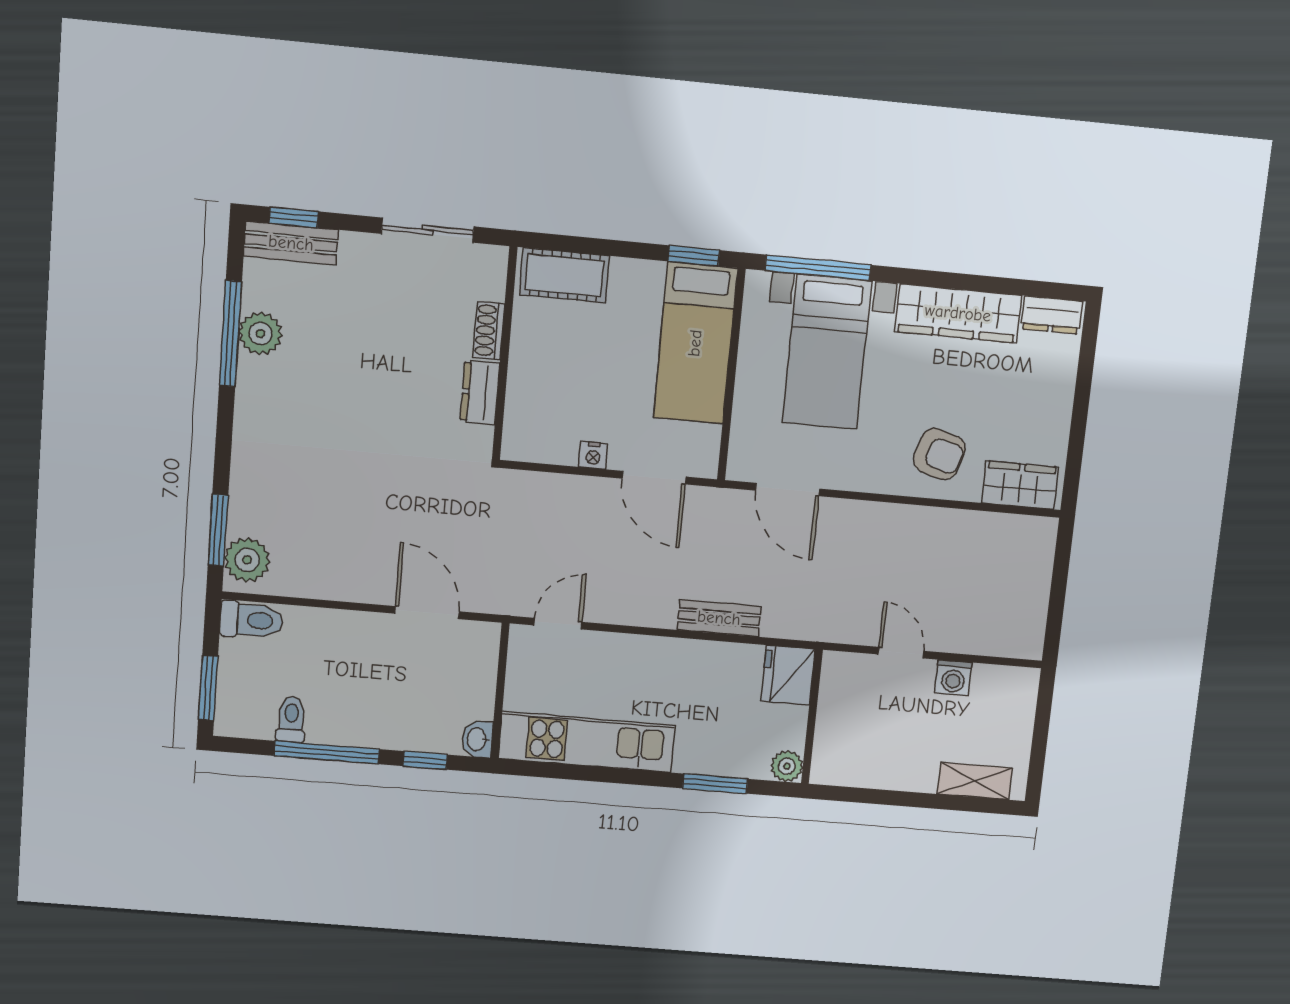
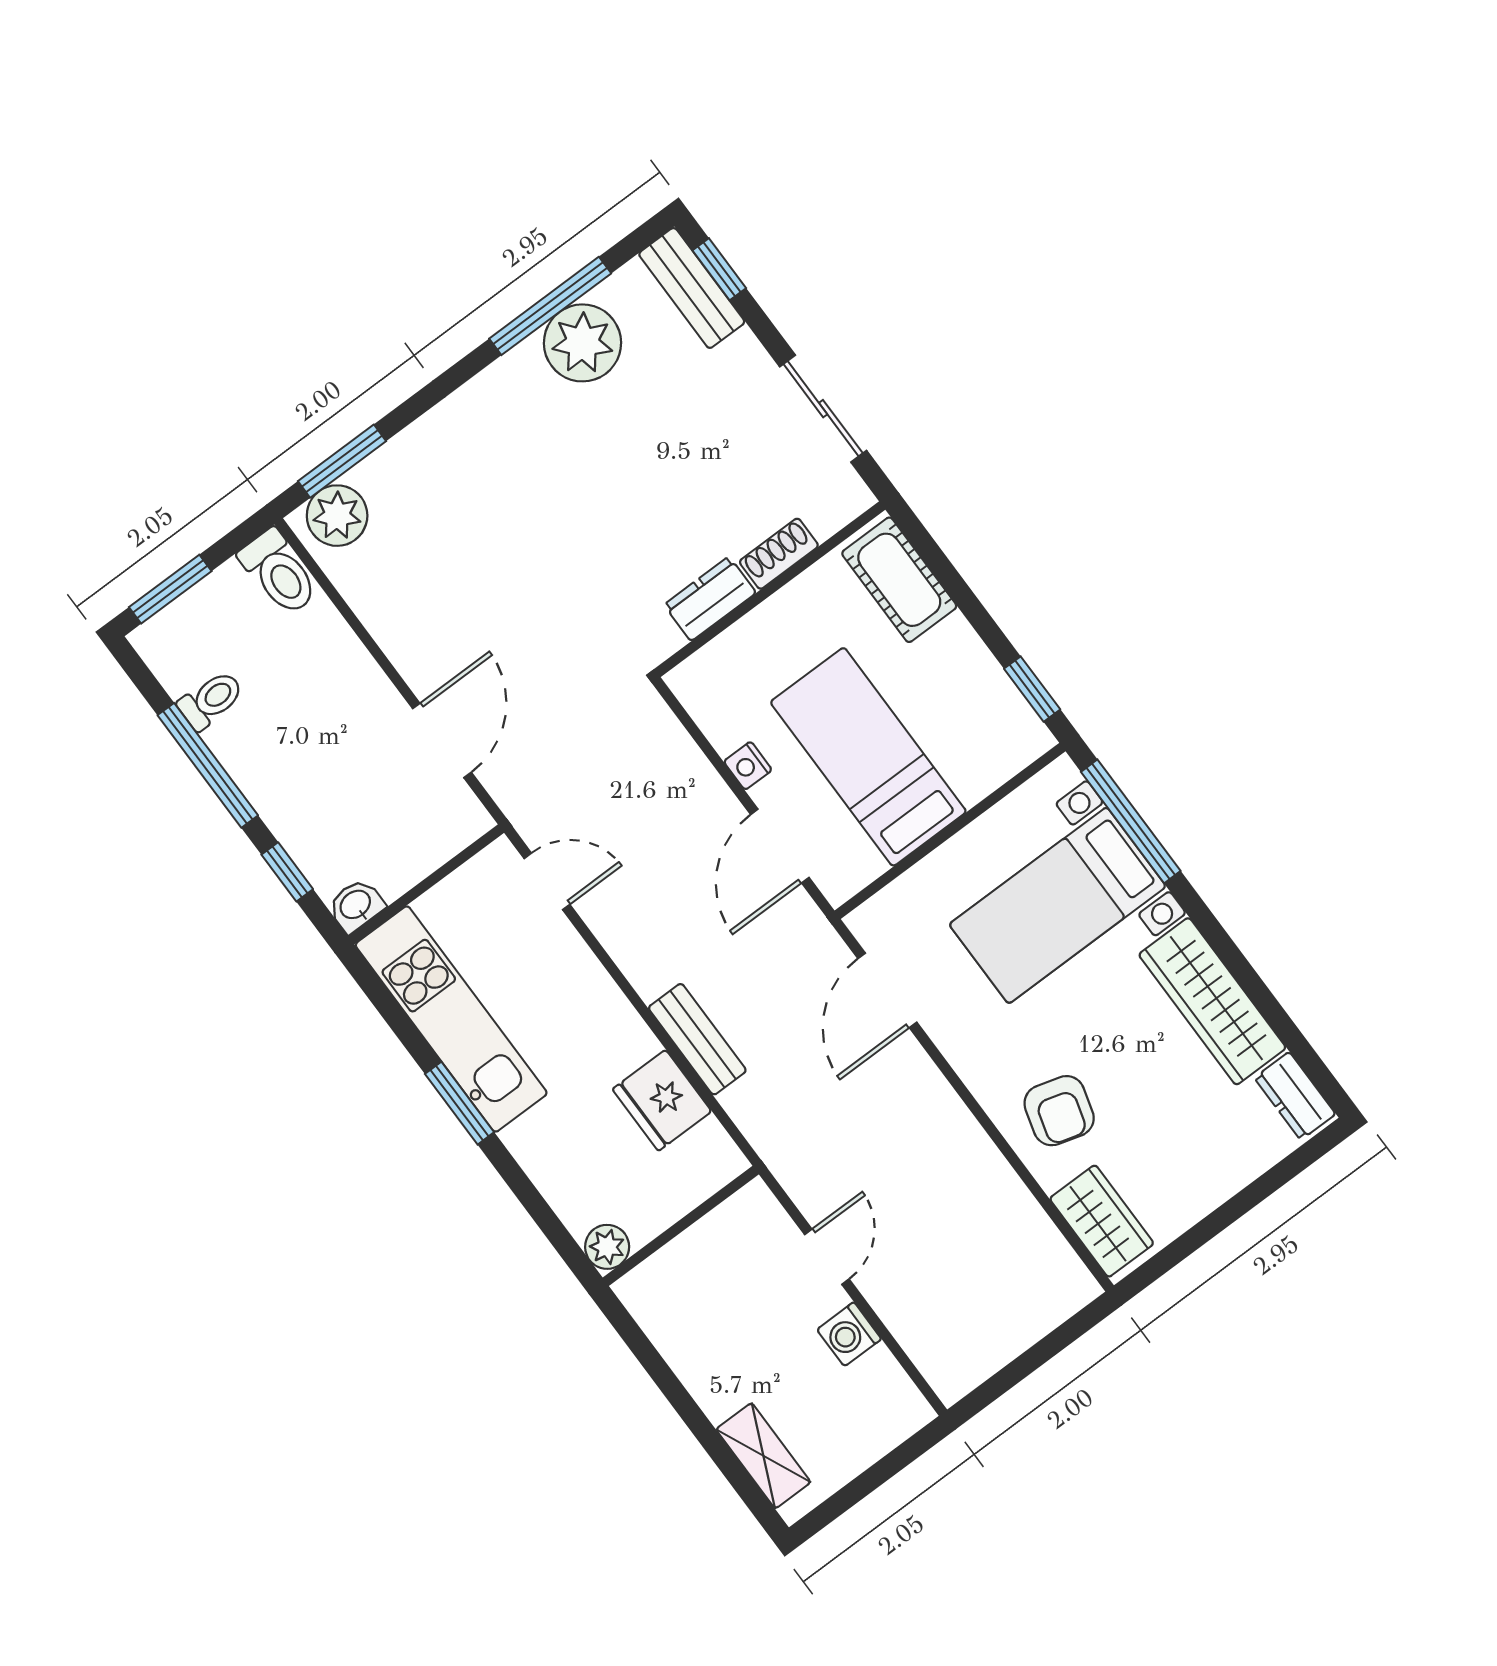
plant: (260, 334) -> (582, 343), width x1.36, depth x1.36
bed: (695, 343) -> (868, 757), moved, turned 90
fridge: (788, 675) -> (662, 1100), moved, turned -90
window: (715, 784) -> (460, 1103), moved

